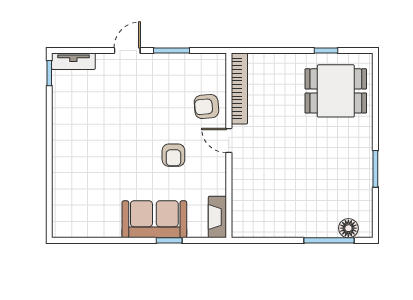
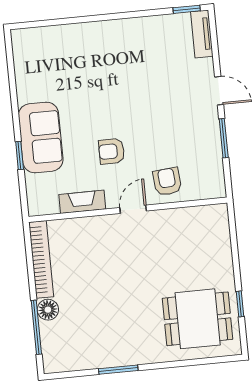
bookcase: (239, 89) -> (41, 259), moved, turned -90
dining table: (336, 91) -> (198, 319), turned 90
fireplace: (217, 217) -> (82, 202), moved
floor lamp: (348, 228) -> (48, 310), moved

